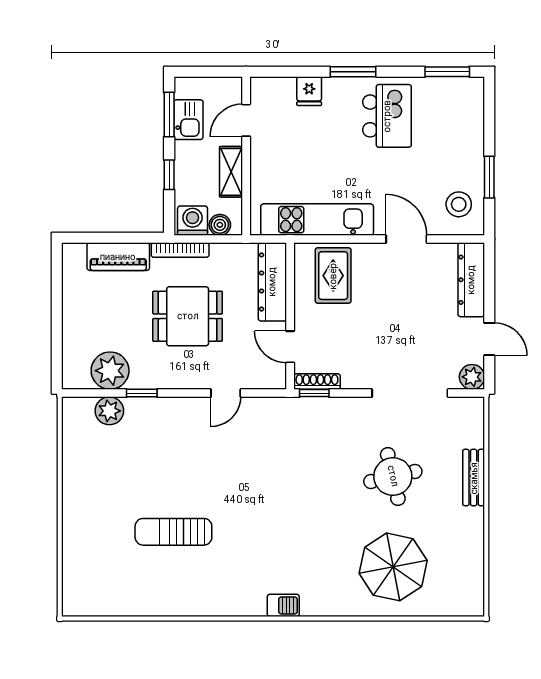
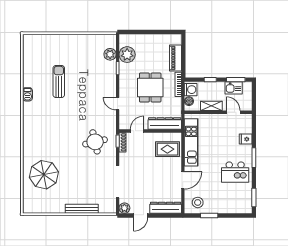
round table: (393, 476) -> (95, 142), moved
bench: (474, 478) -> (82, 209), width x1.36
barbecue: (283, 605) -> (28, 94), moved

